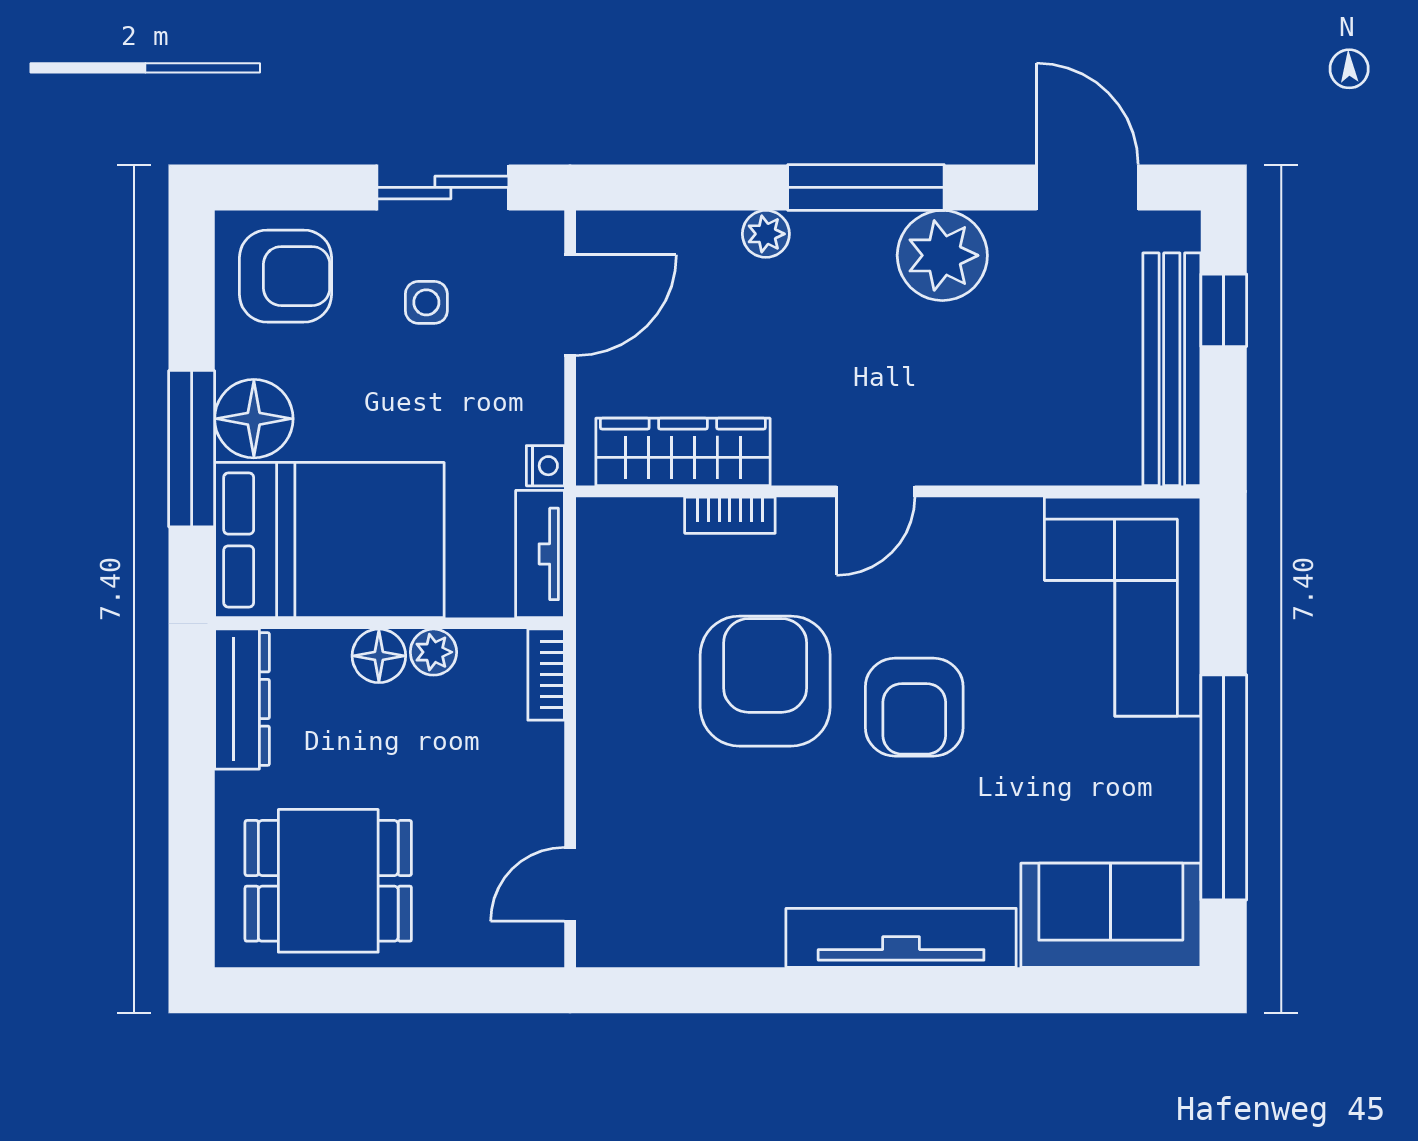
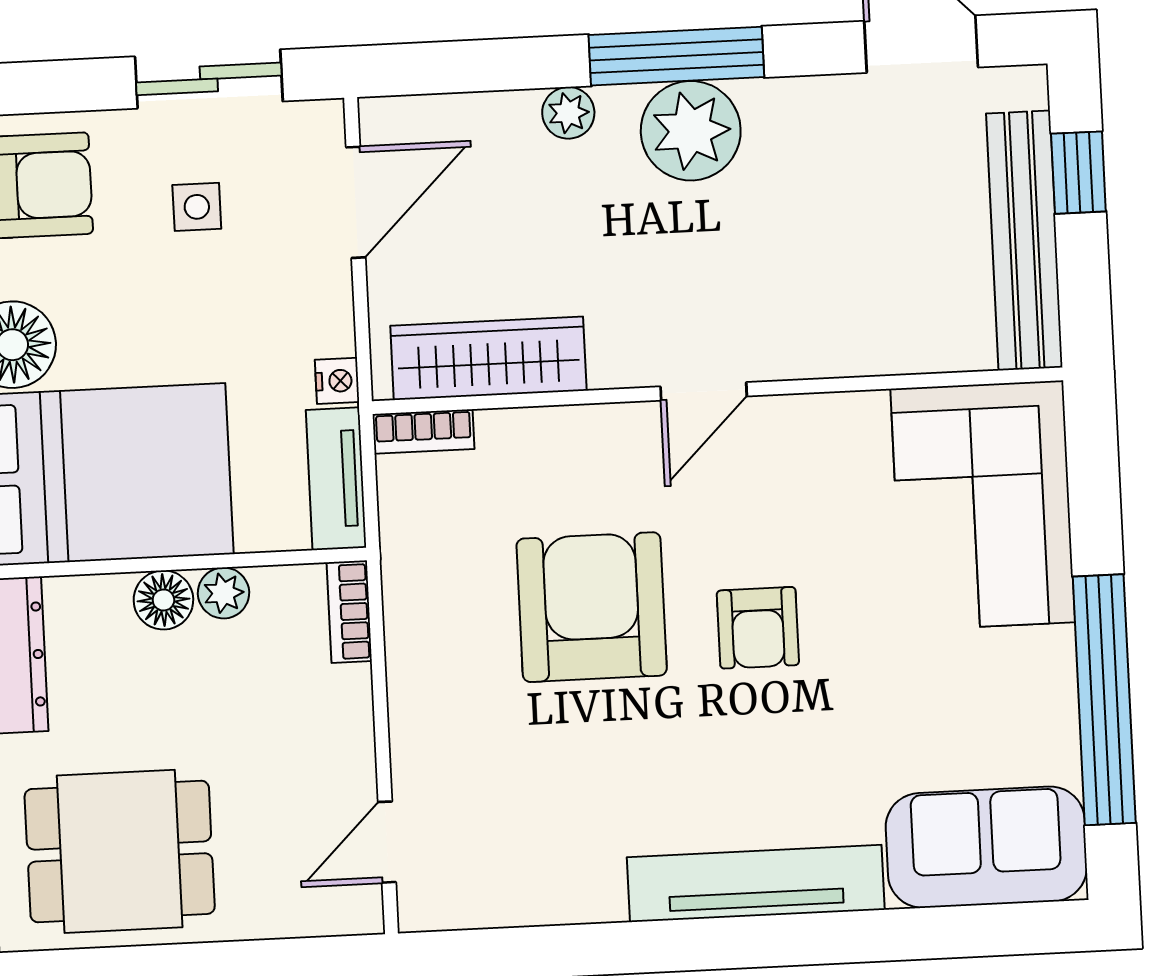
plant: (942, 255) -> (691, 131), moved
bookcase: (730, 515) -> (423, 432), moved
armchair: (914, 707) -> (758, 628), width x0.72, depth x0.72

